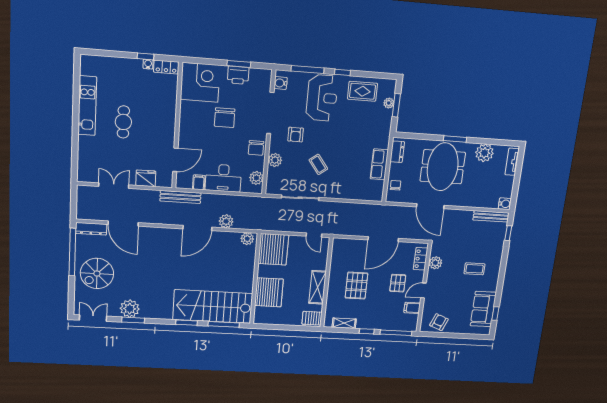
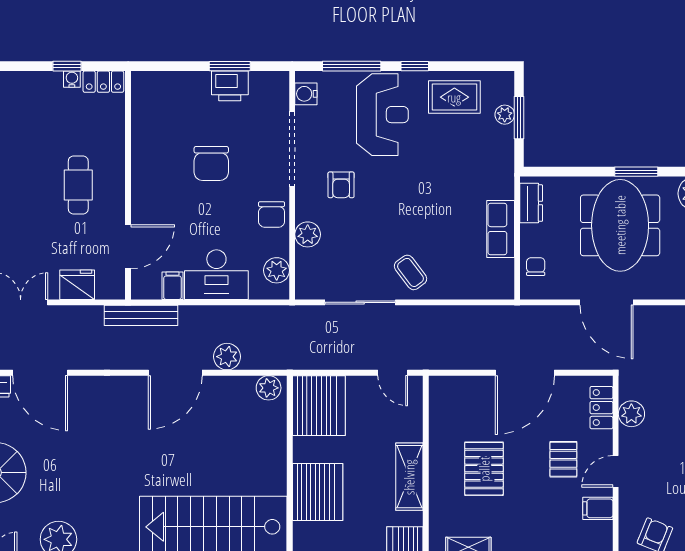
corner desk: (200, 82) -> (164, 104), removed
cafe table: (123, 122) -> (78, 185), moved
coffee table: (318, 164) -> (411, 272), moved

